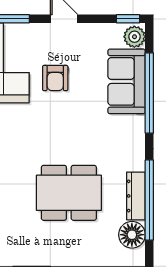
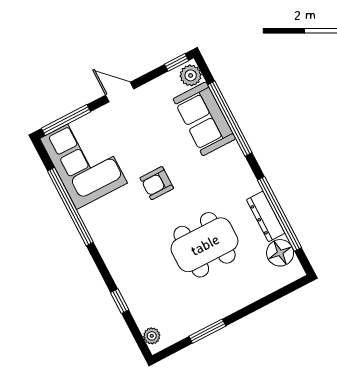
armchair: (55, 78) -> (157, 183), moved, turned 90

